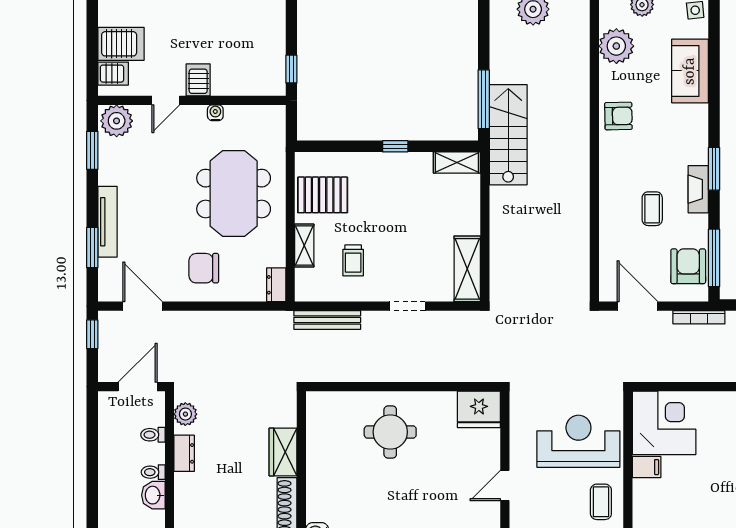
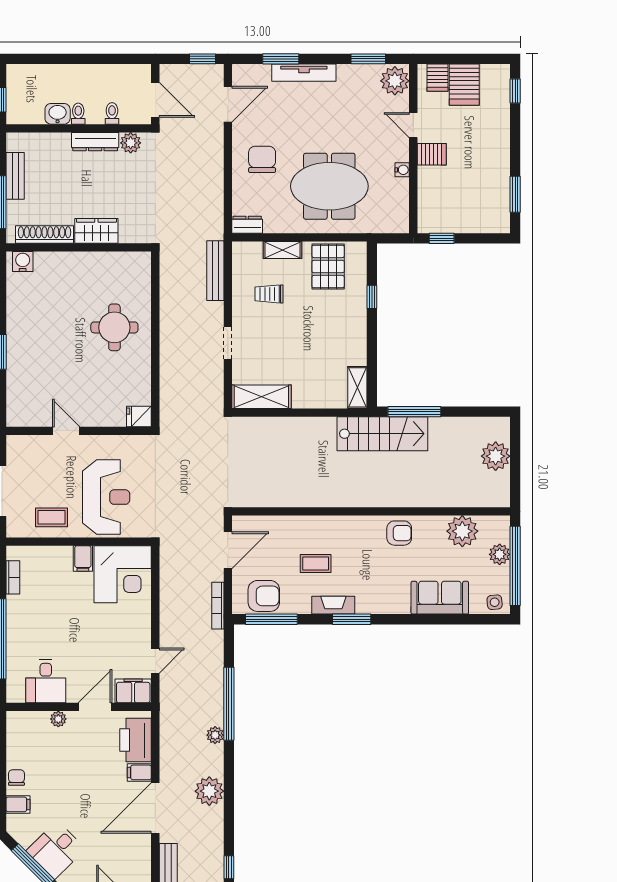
armchair: (618, 116) -> (399, 533), turned -89
window: (395, 146) -> (372, 297), moved
fridge: (479, 409) -> (139, 416), width x0.53, depth x0.75
dresser: (184, 453) -> (95, 142), width x1.44

